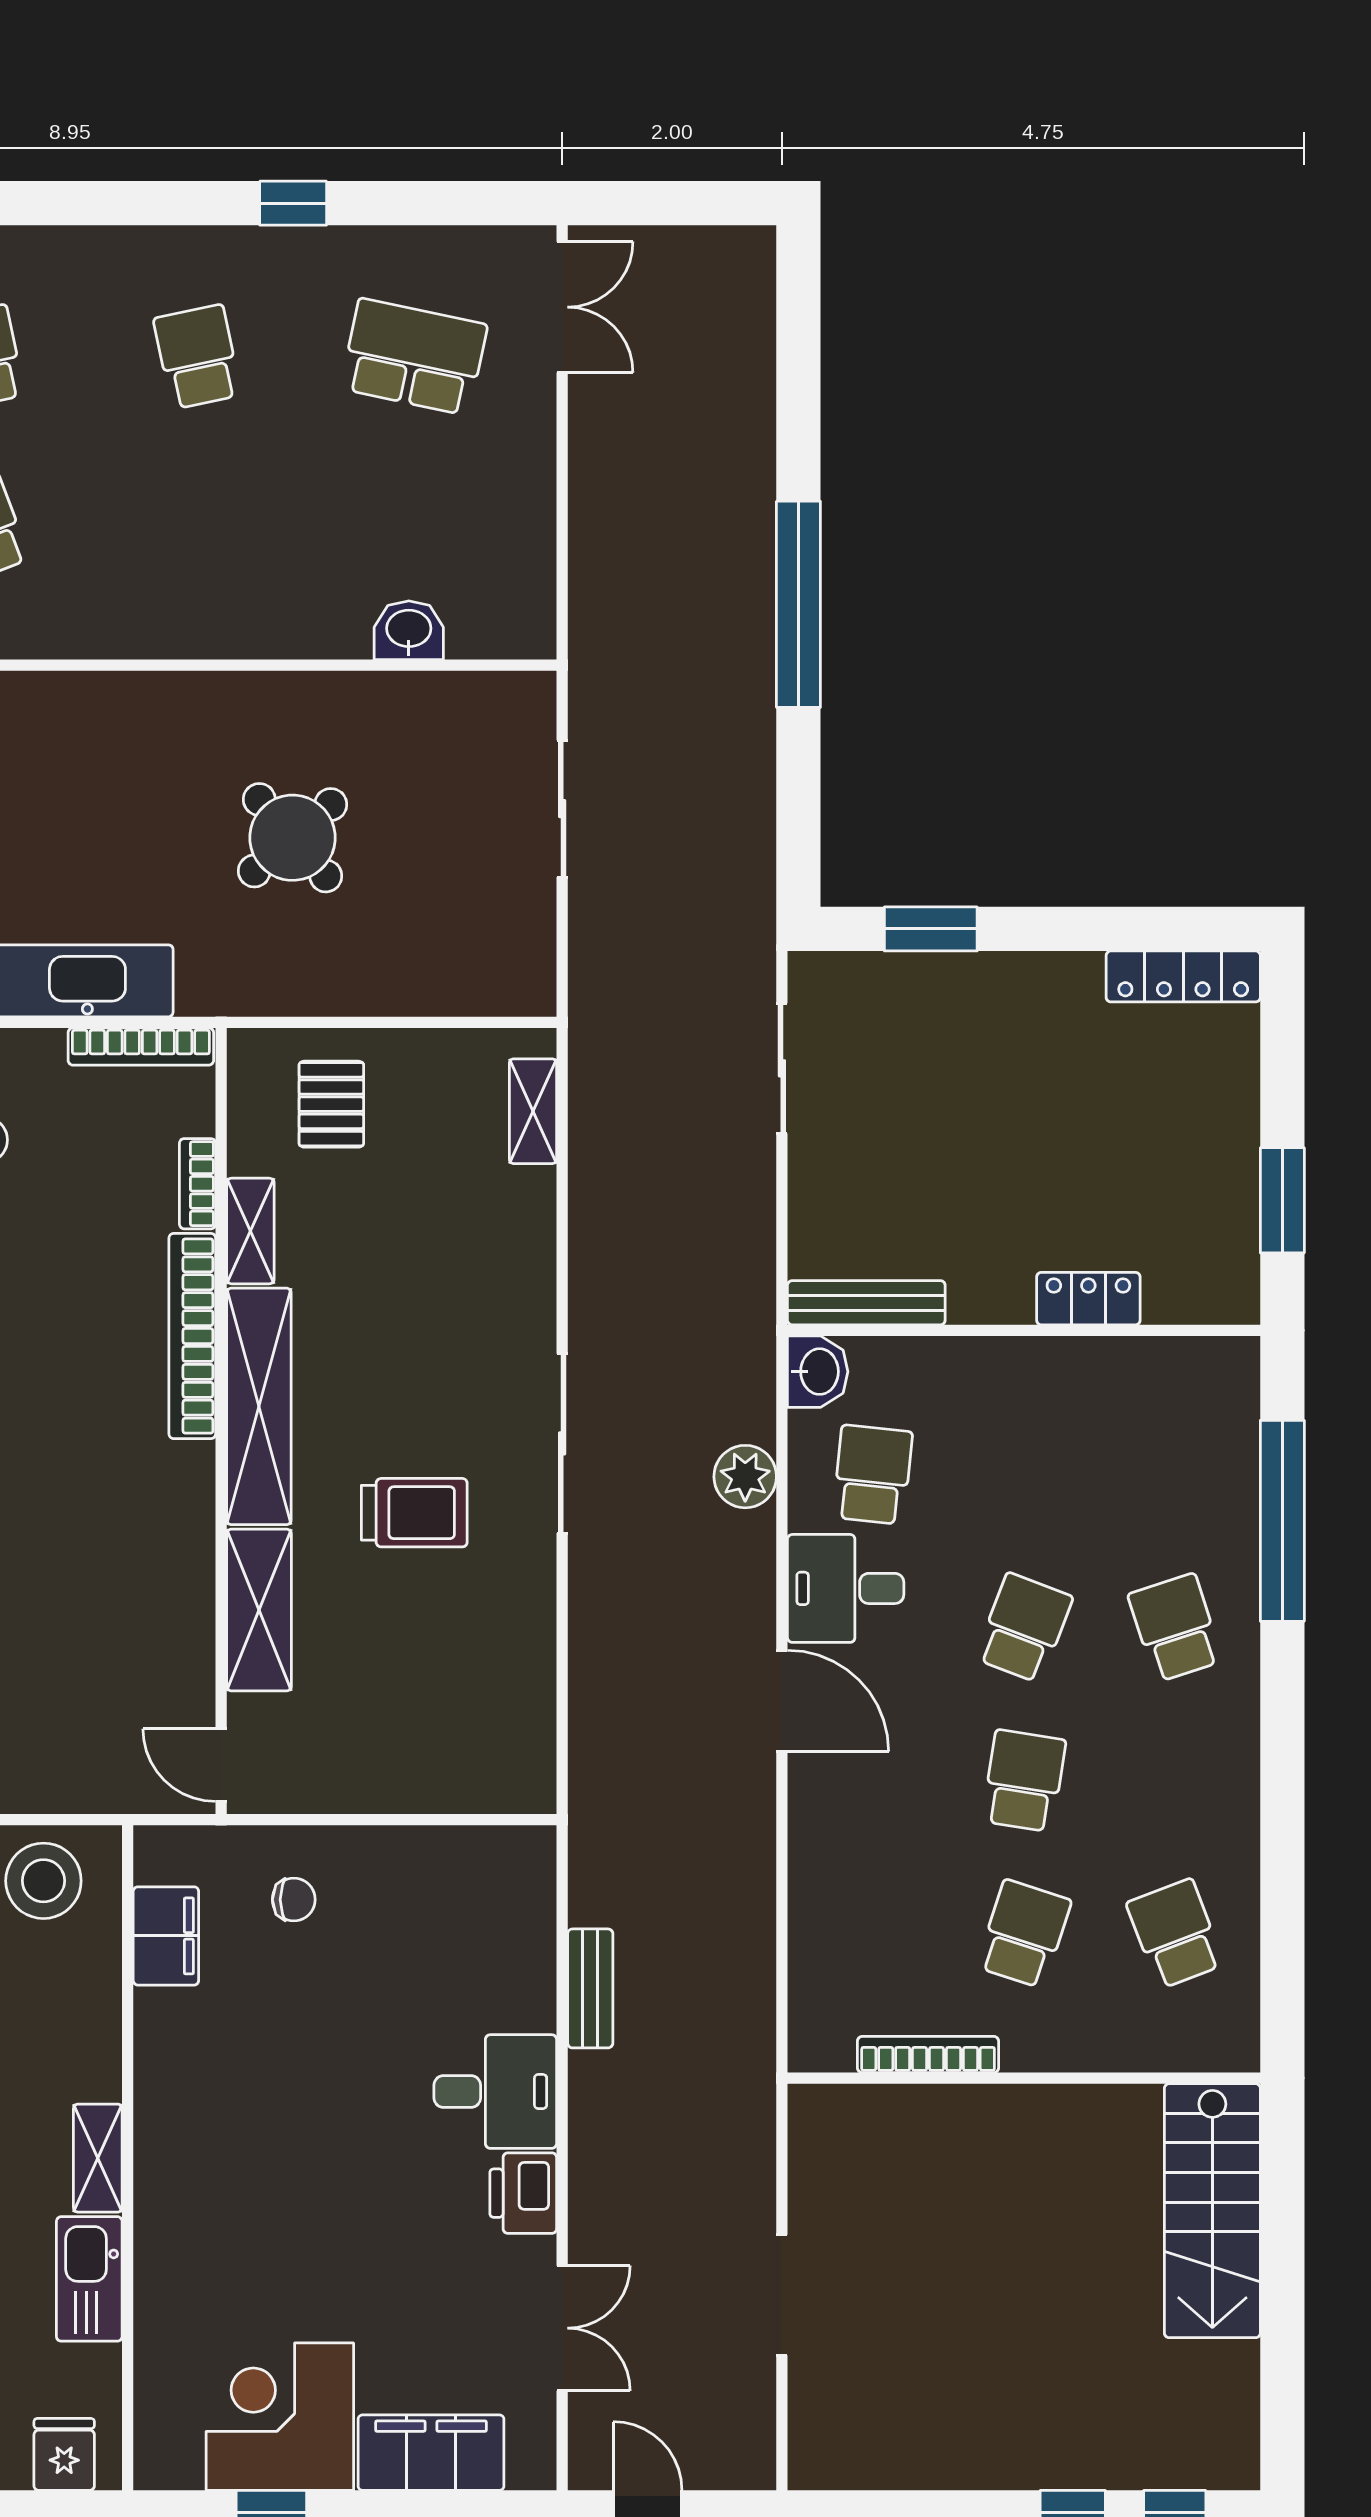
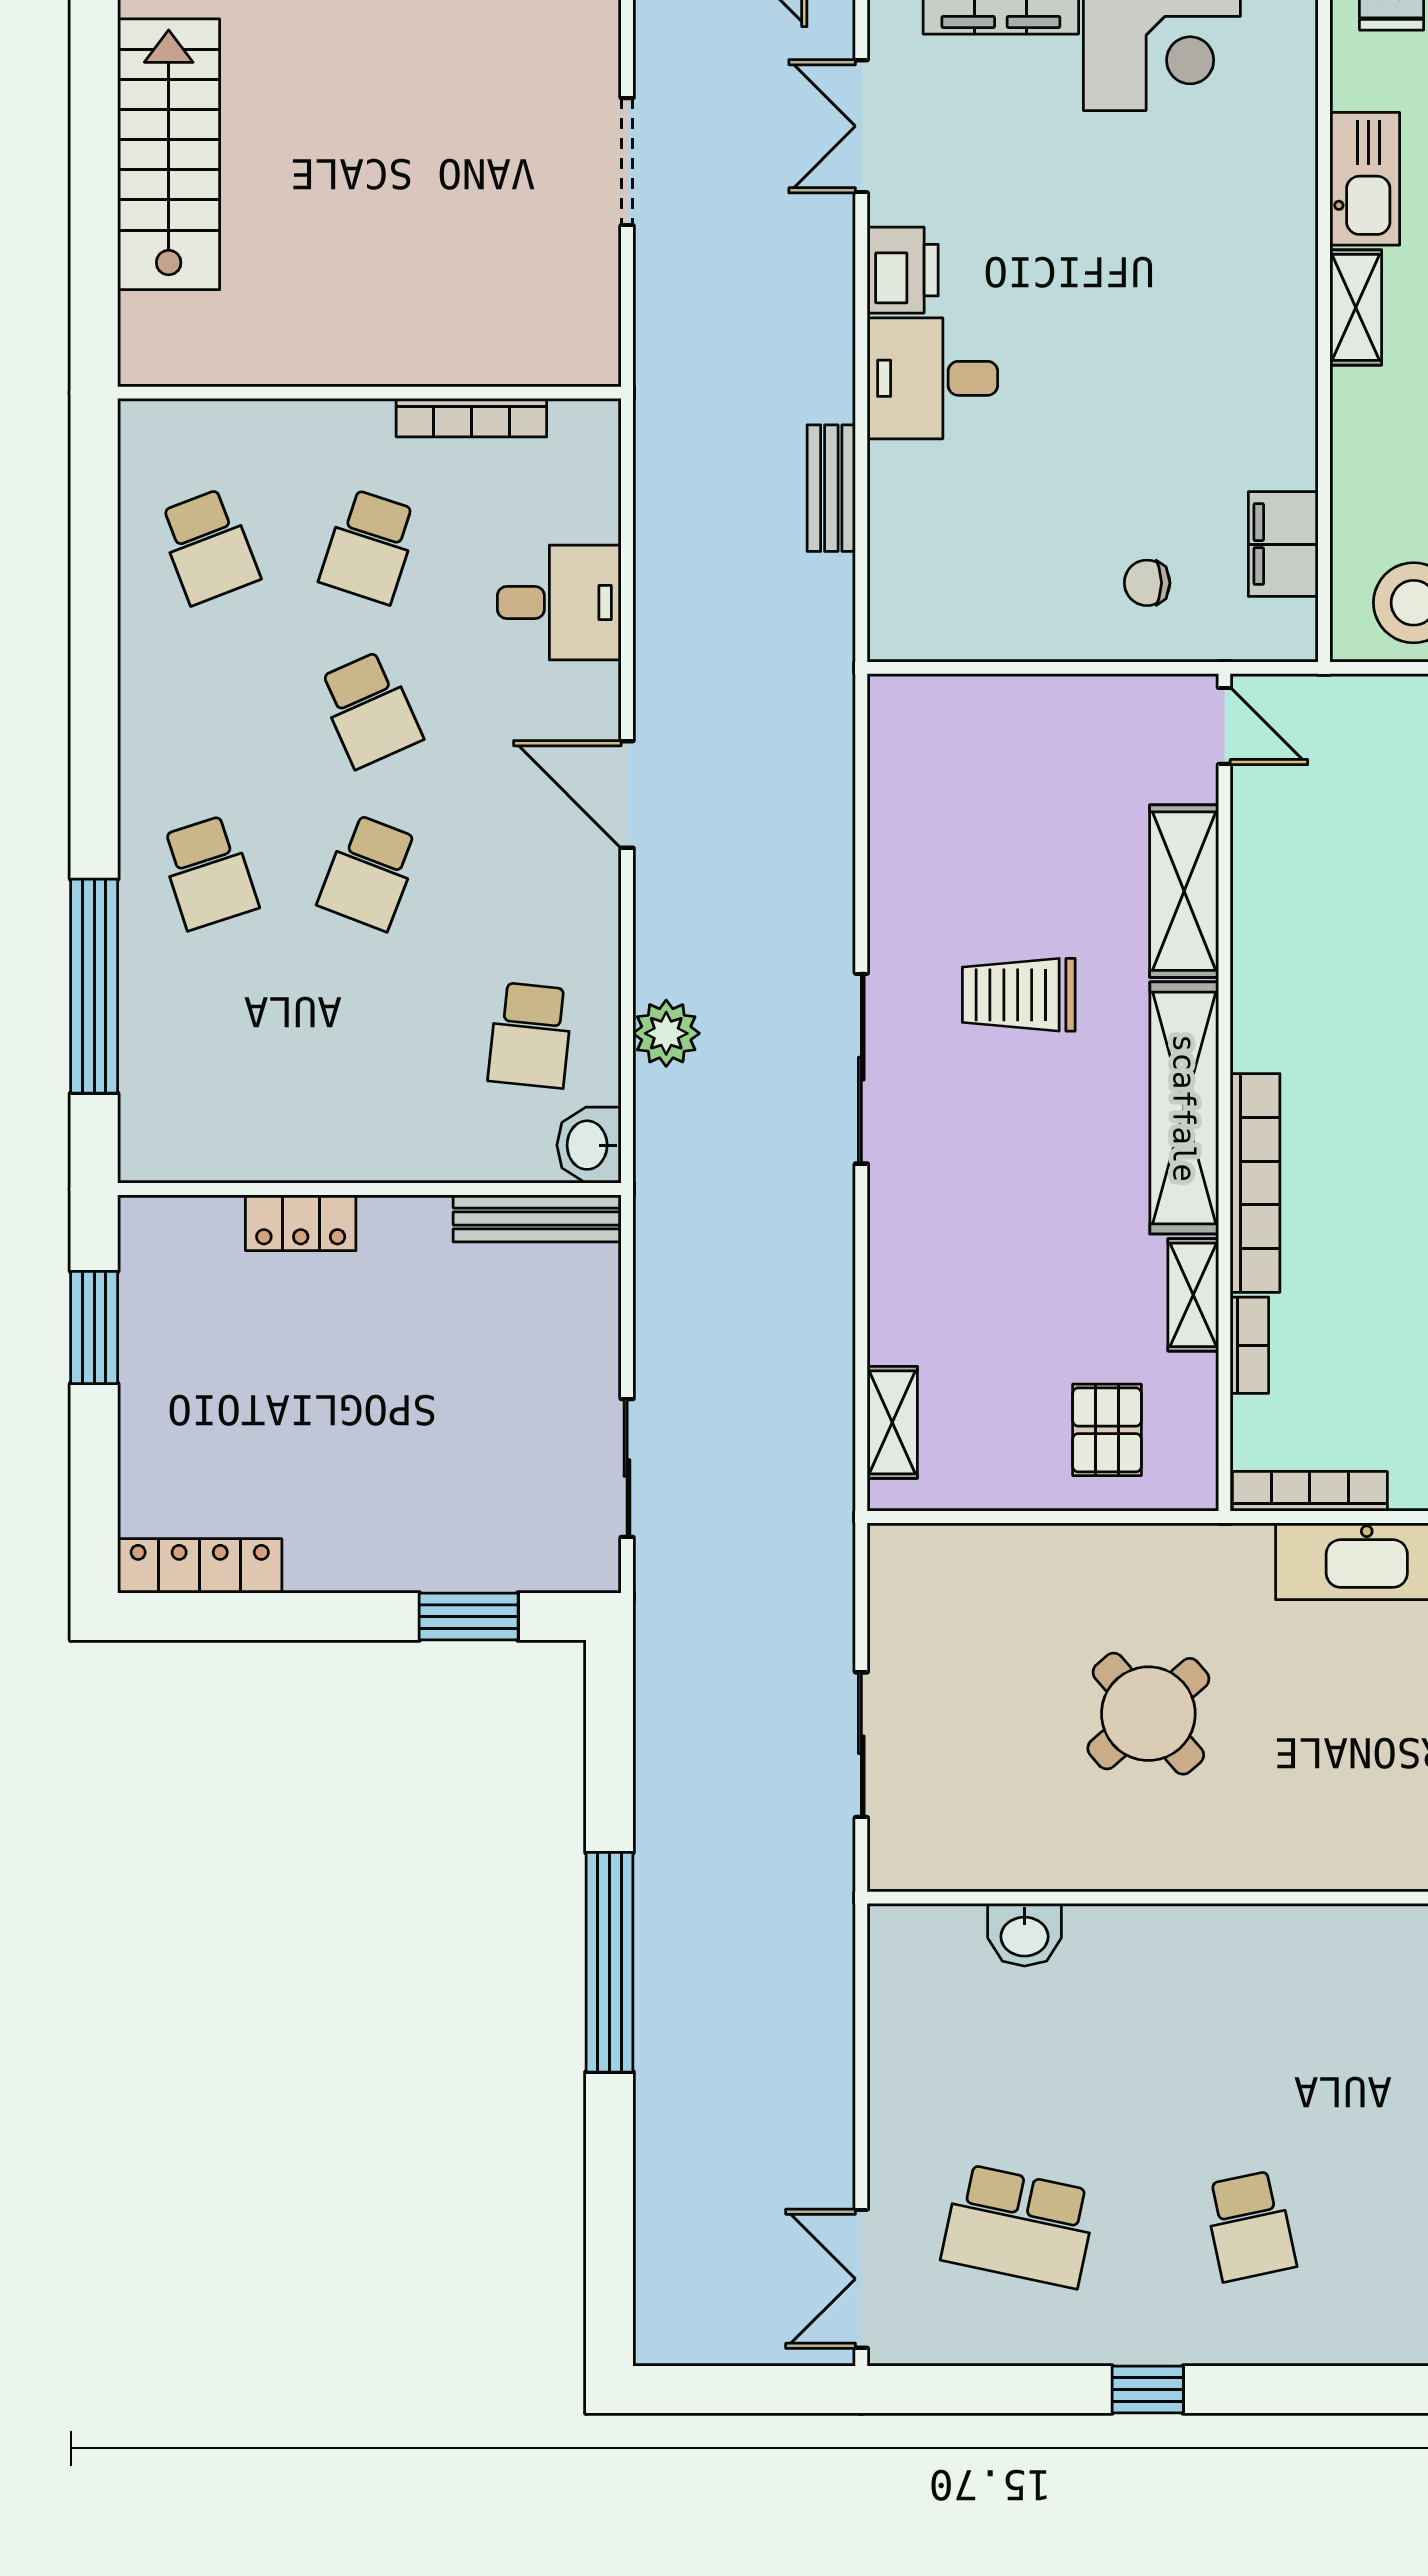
desk: (846, 1588) -> (559, 602), moved
school desk: (1024, 1781) -> (369, 709), turned -33
stairs: (1212, 2211) -> (169, 154), moved

